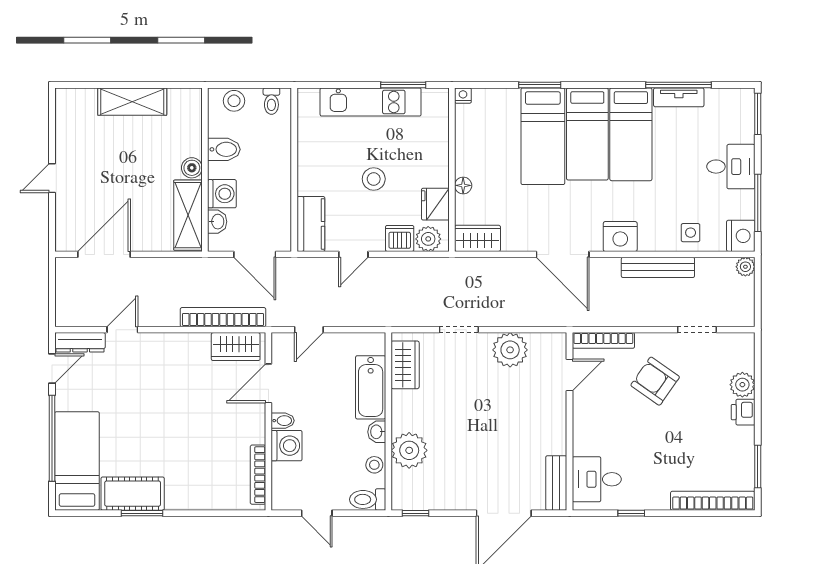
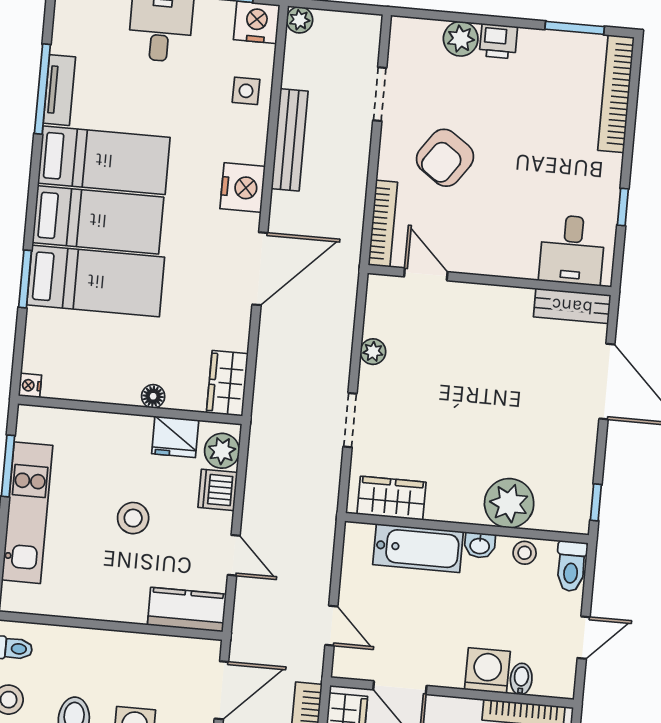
plant: (510, 350) -> (373, 352), width x0.53, depth x0.53
bidet: (283, 421) -> (521, 679), moved

